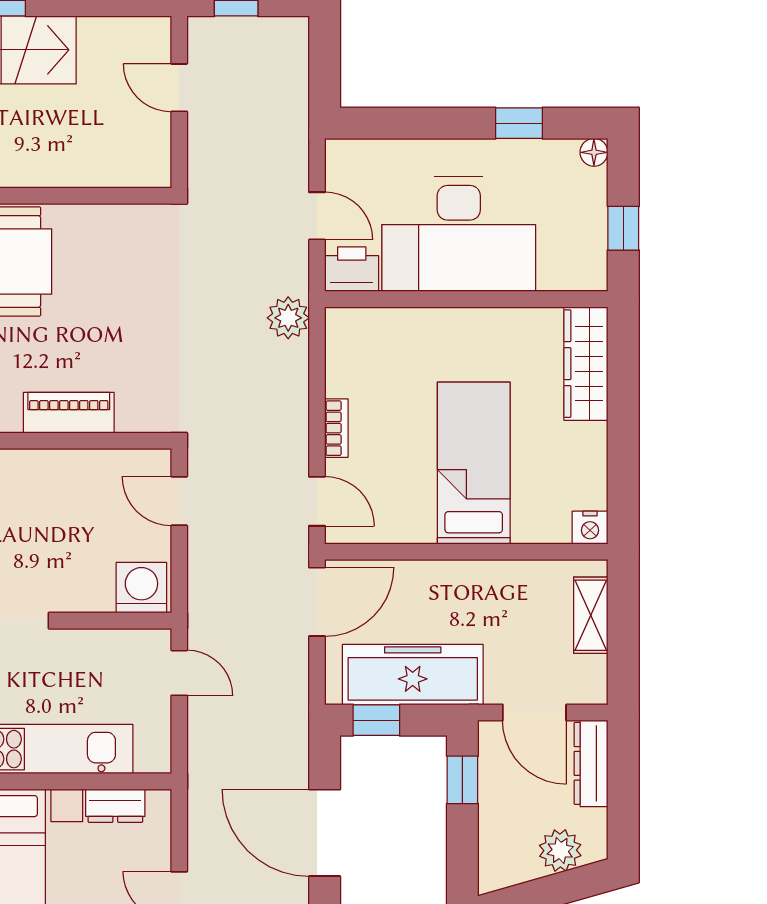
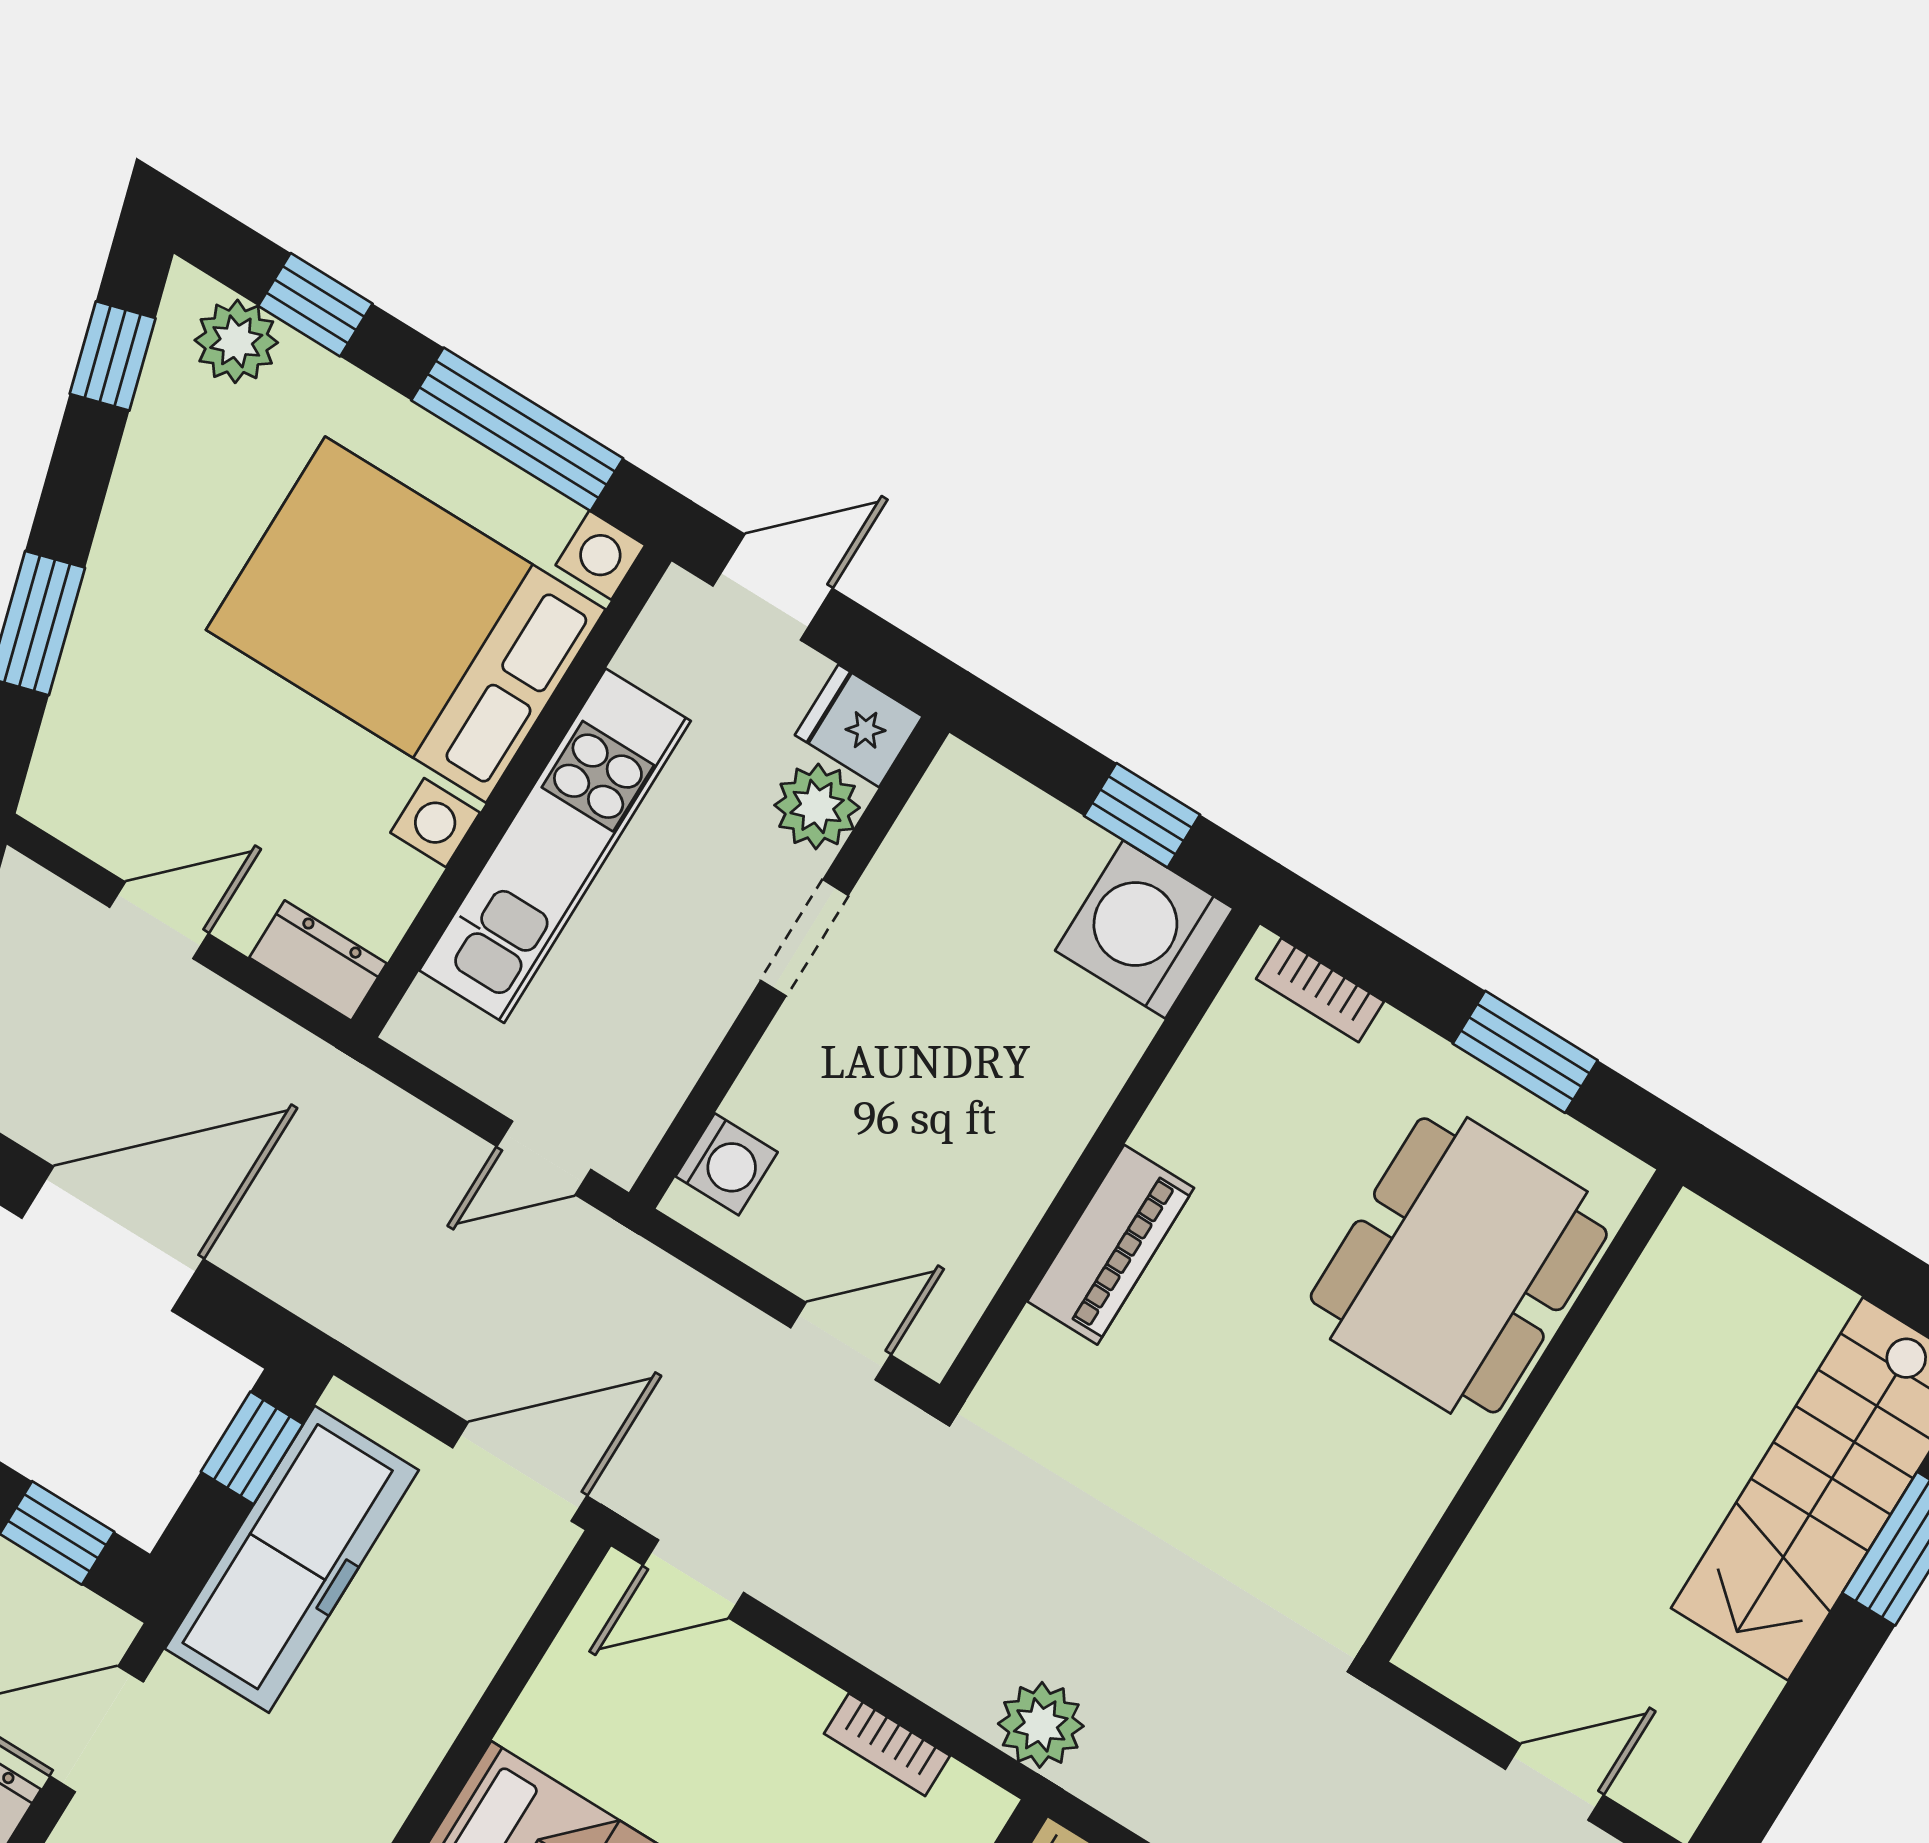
bookcase: (336, 428) -> (887, 1745), moved
washing machine: (141, 588) -> (727, 1164), width x0.73, depth x0.73
door: (317, 602) -> (520, 1472), swing flipped
dresser: (115, 806) -> (318, 961), moved, turned 90

